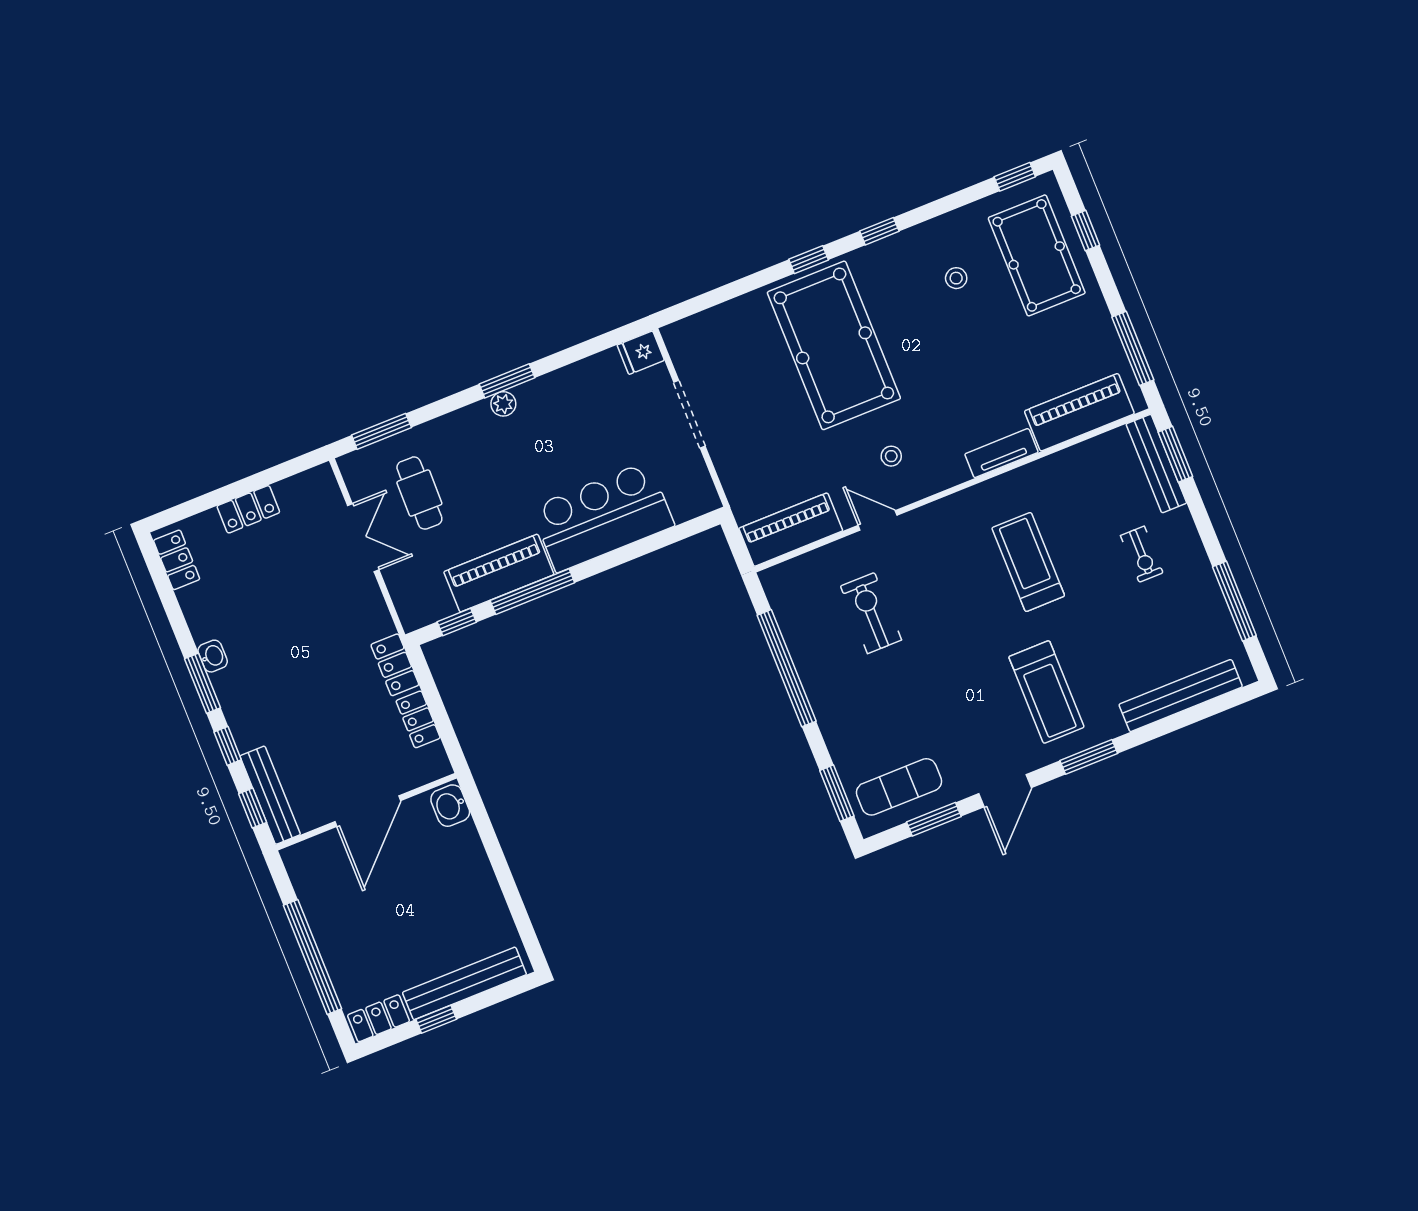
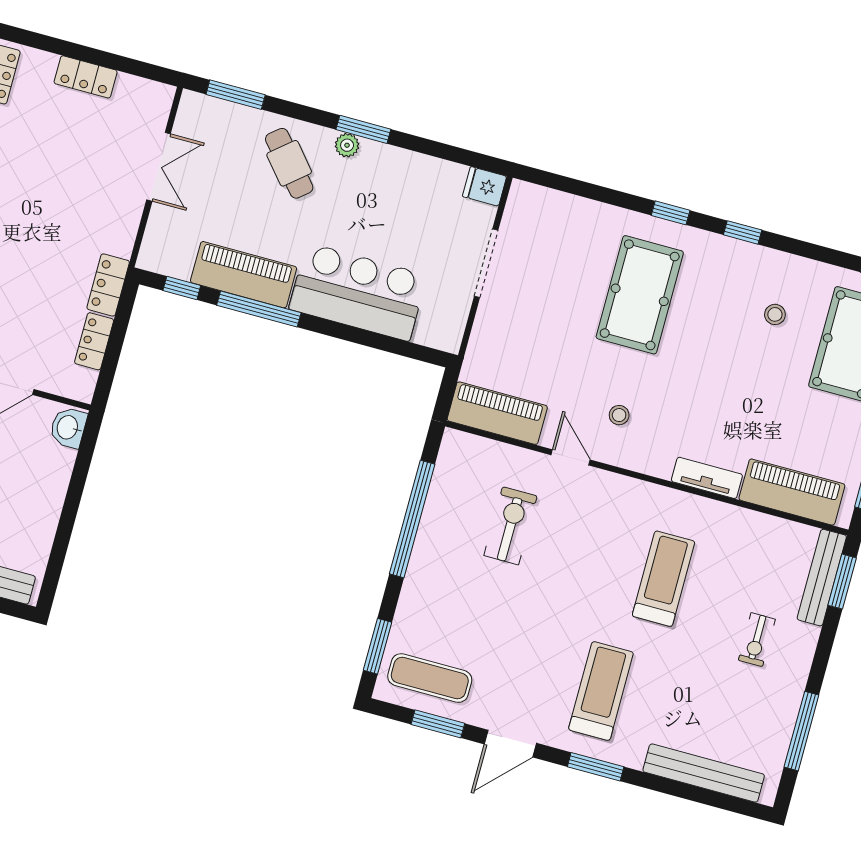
pool table: (834, 345) -> (640, 295), width x0.73, depth x0.76
cafe table: (419, 493) -> (289, 163), moved, turned -41
treadmill: (1046, 692) -> (601, 691), turned 180

